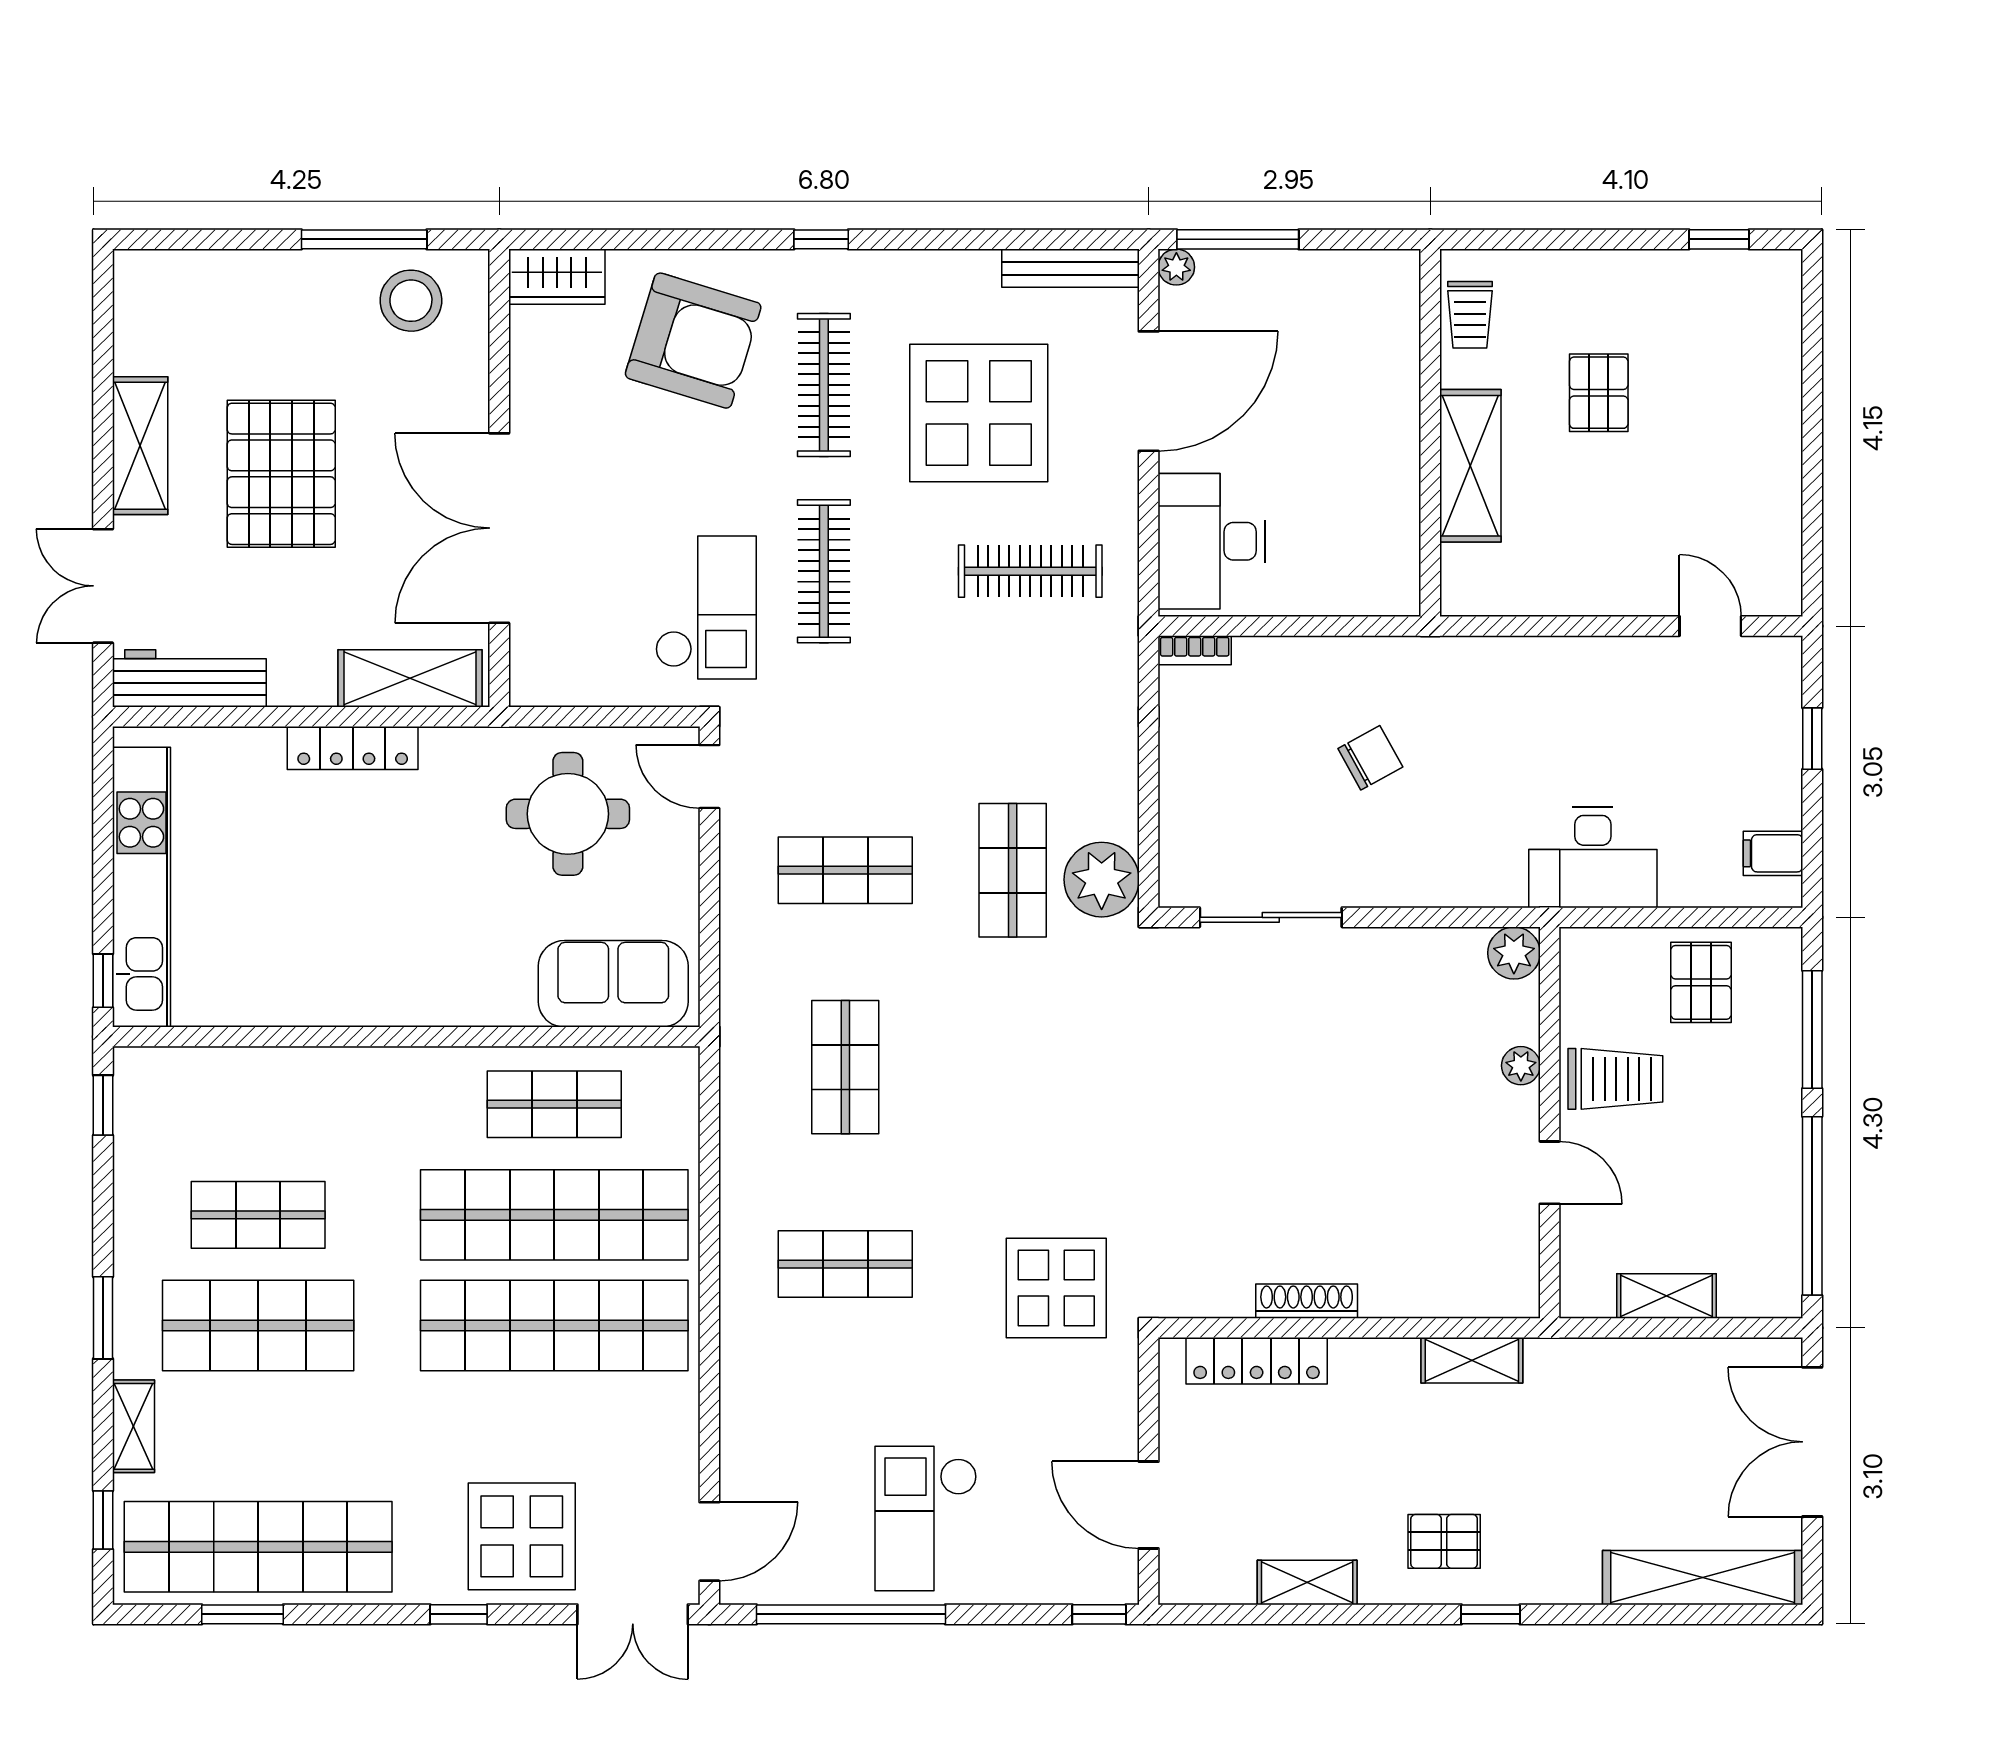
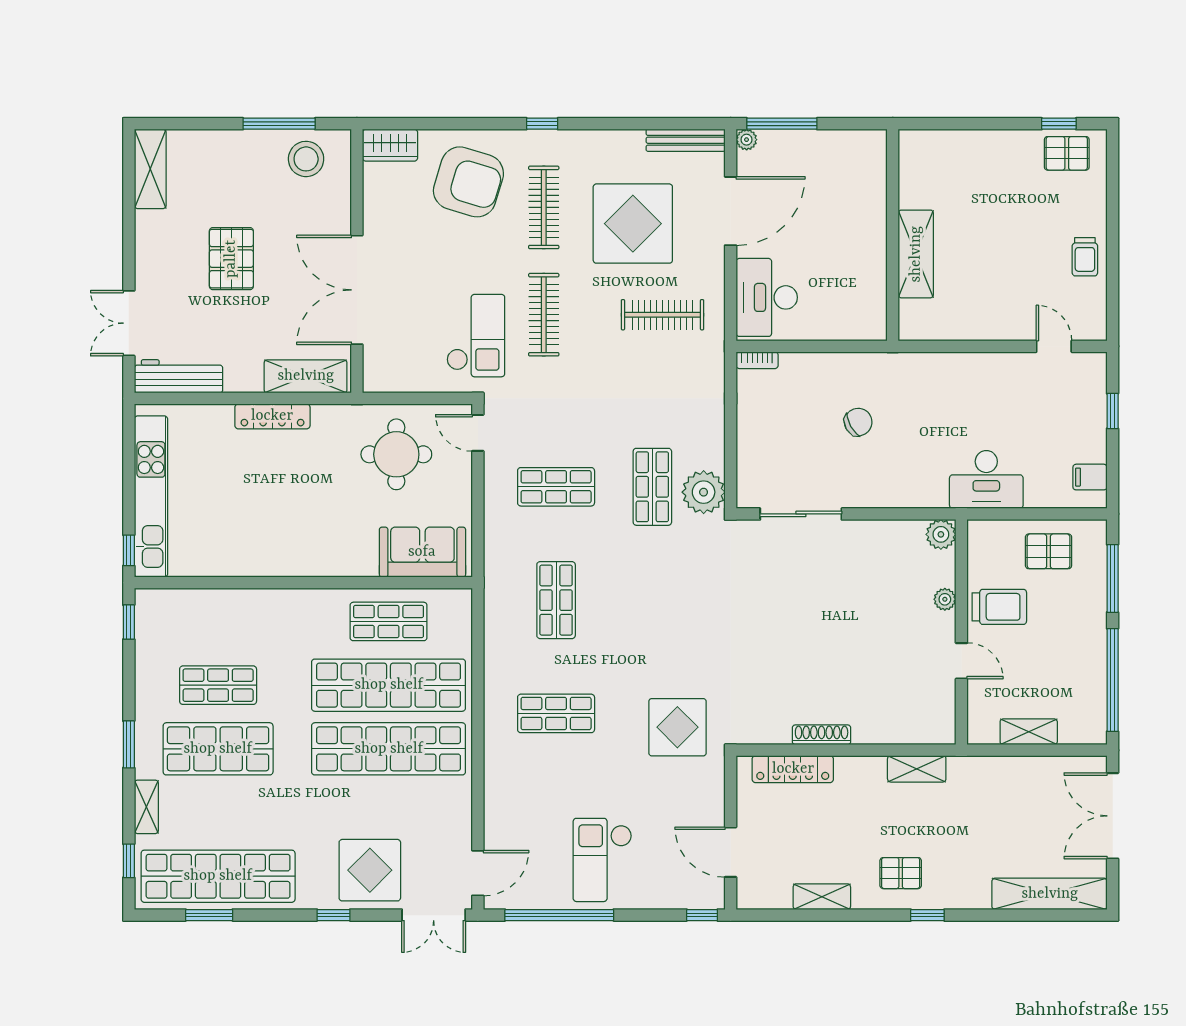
trolley: (1470, 315) -> (1085, 257), moved
pallet: (1599, 393) -> (1067, 153), moved, turned 90
shelving: (140, 446) -> (150, 169), moved
pallet: (281, 474) -> (231, 259), width x0.73, depth x0.71
pallet: (1701, 982) -> (1049, 551), turned 90

